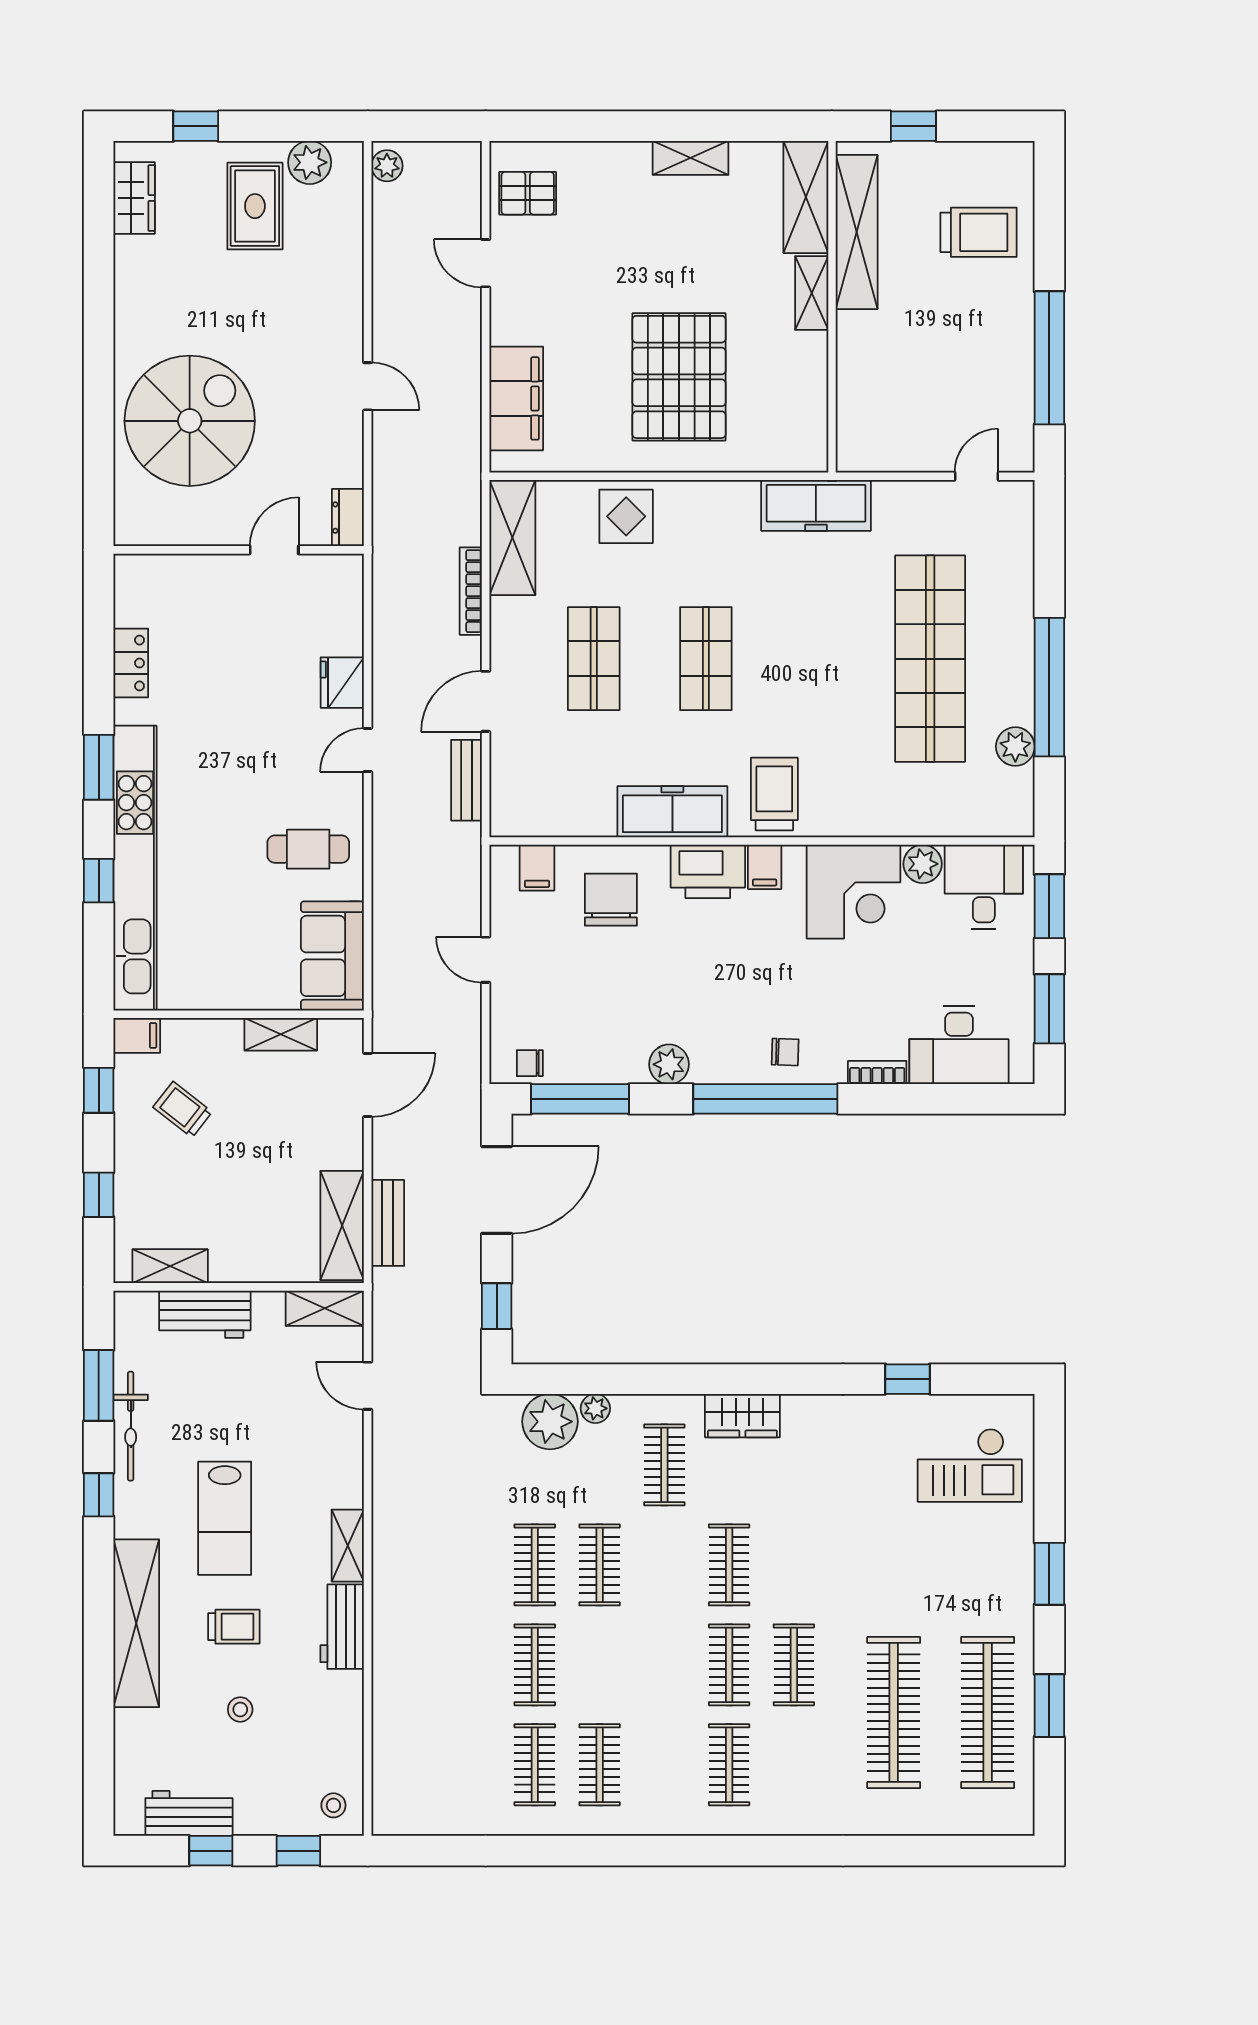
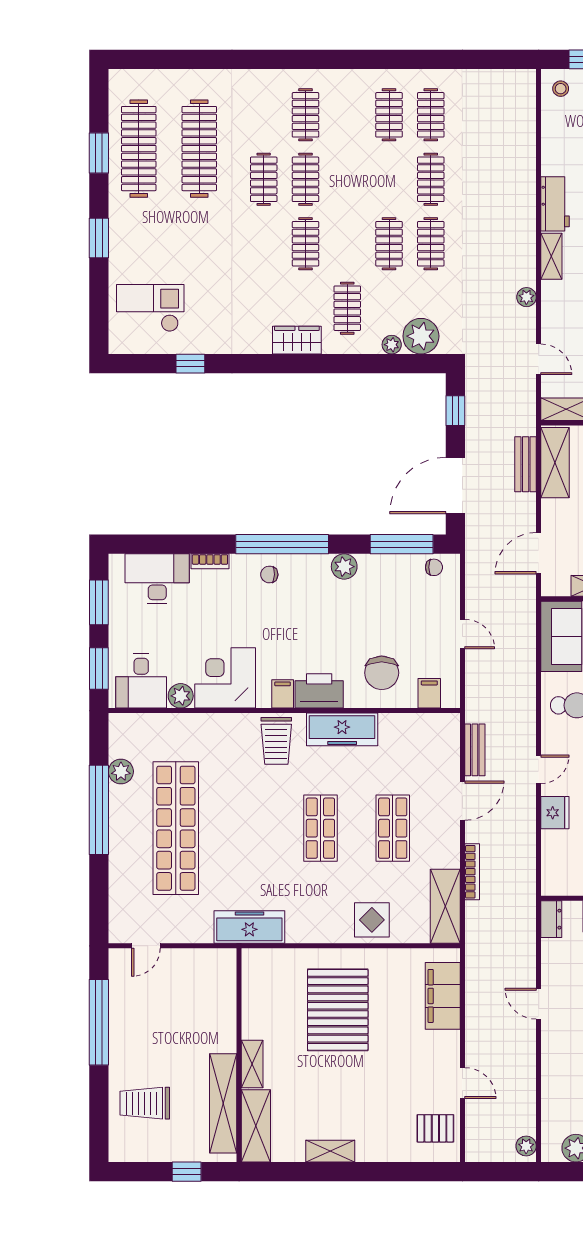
plant: (386, 1482) -> (526, 297), added

